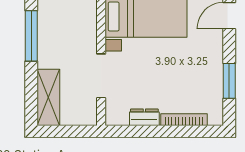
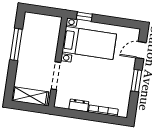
window: (229, 81) -> (136, 81), moved
shelving: (48, 97) -> (30, 96), moved, turned 90

